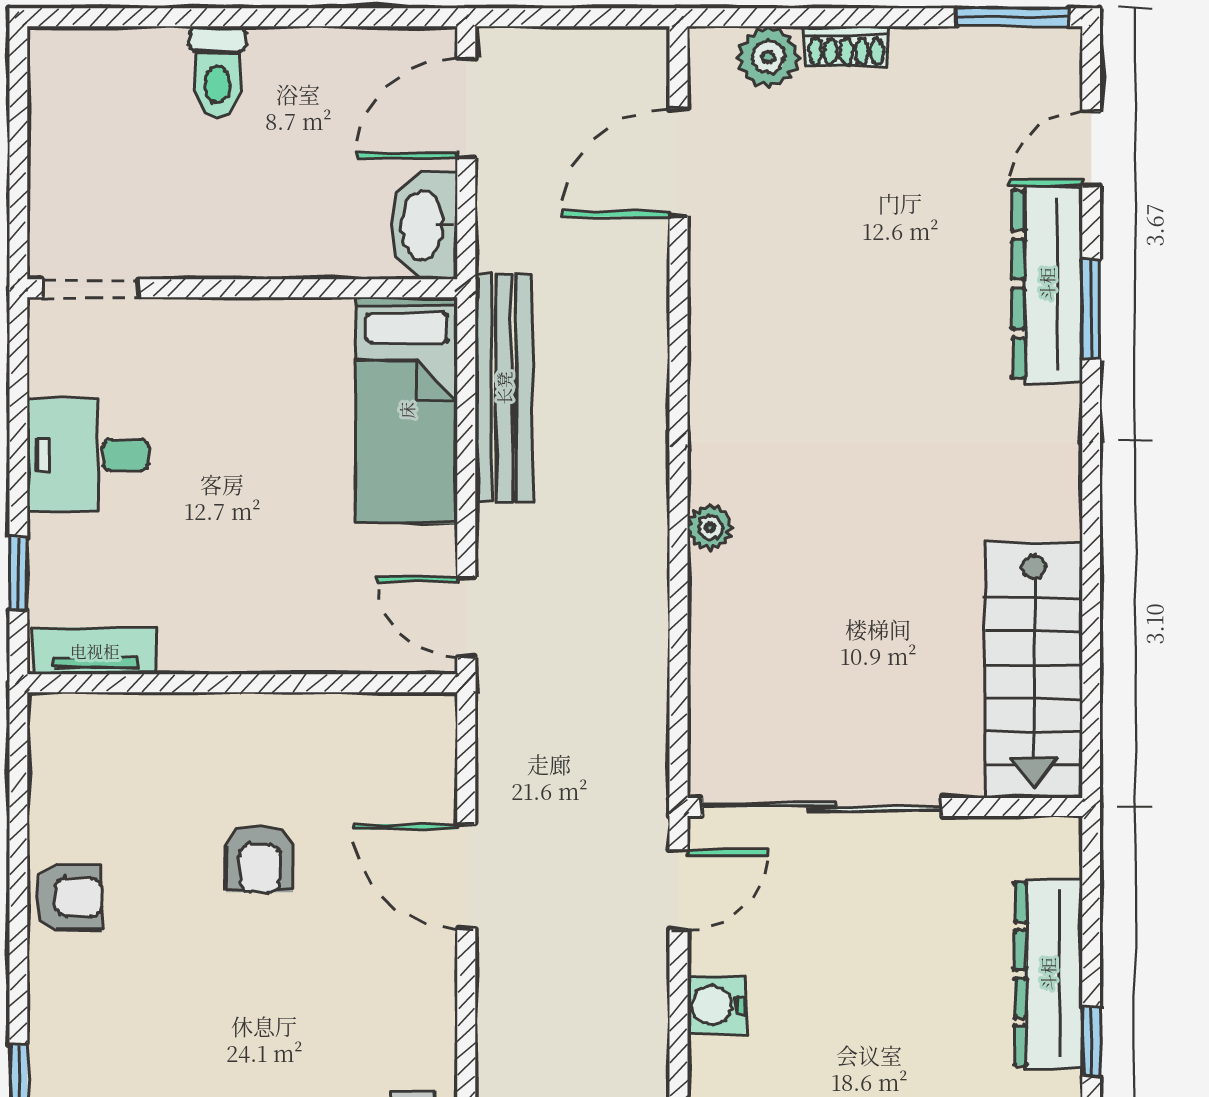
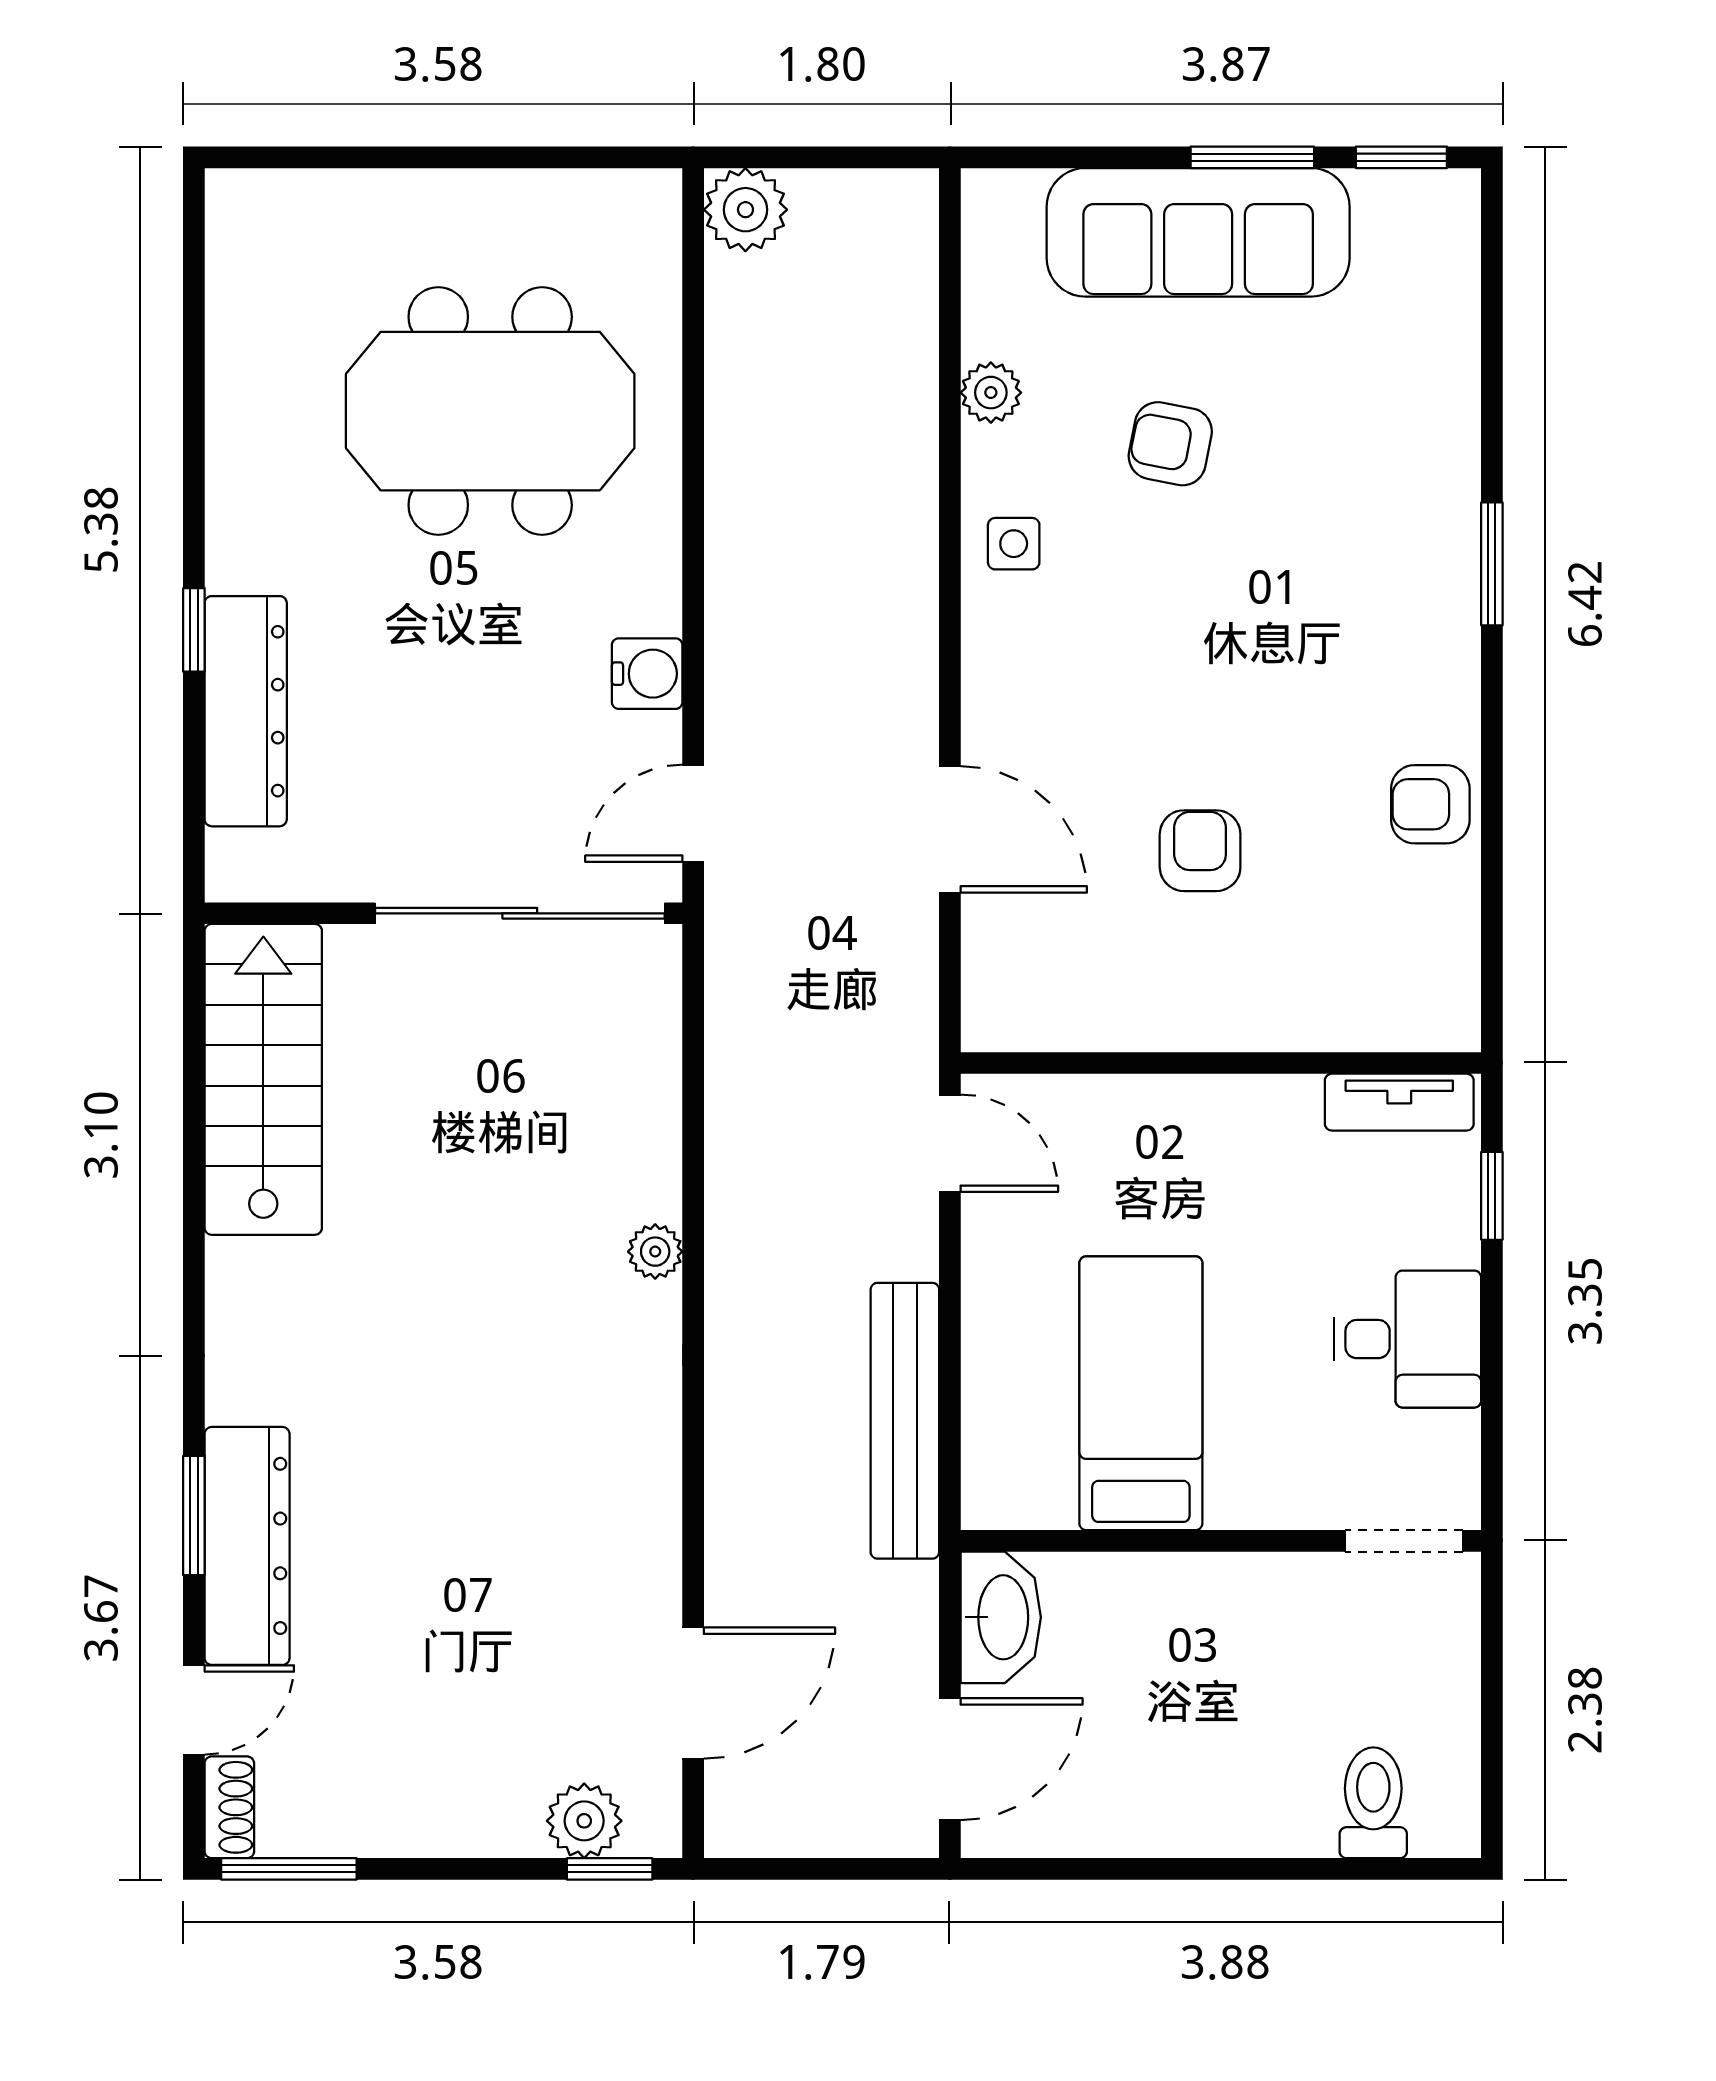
window: (748, 17) -> (610, 1869), added
shoe rack: (846, 46) -> (229, 1807), moved, turned 90
toilet: (218, 72) -> (1373, 1803), moved
bed: (407, 410) -> (1141, 1393), moved

